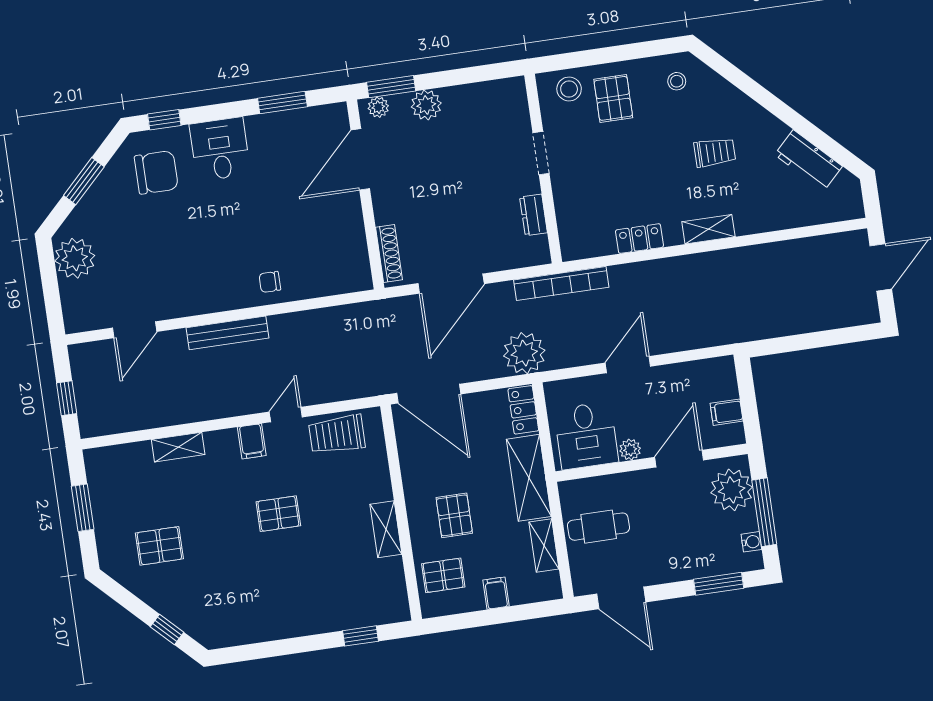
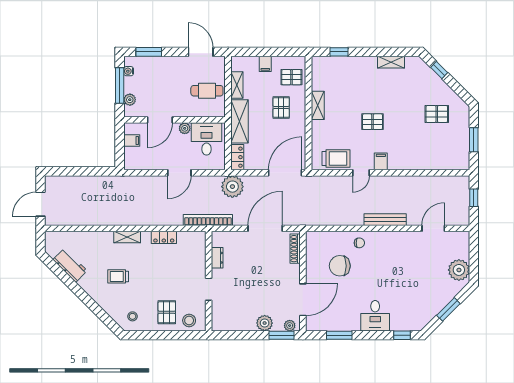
chair: (156, 172) -> (340, 266), moved
door: (429, 394) -> (285, 173), hinge flipped
shelving: (178, 447) -> (391, 62), moved
plant: (732, 490) -> (130, 100), width x0.53, depth x0.53

